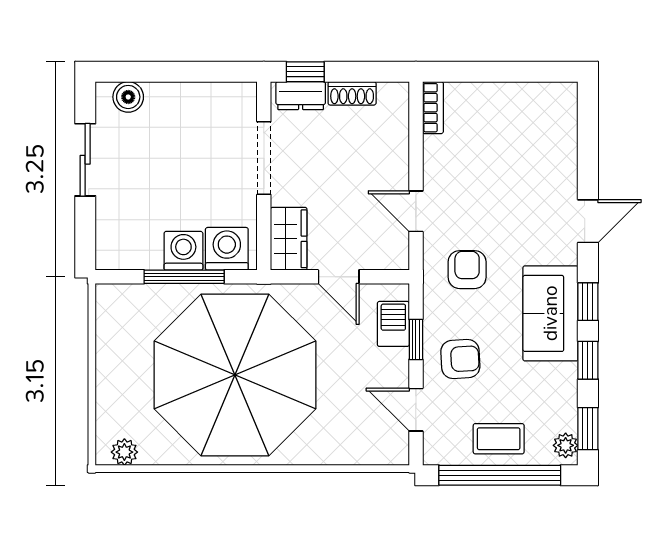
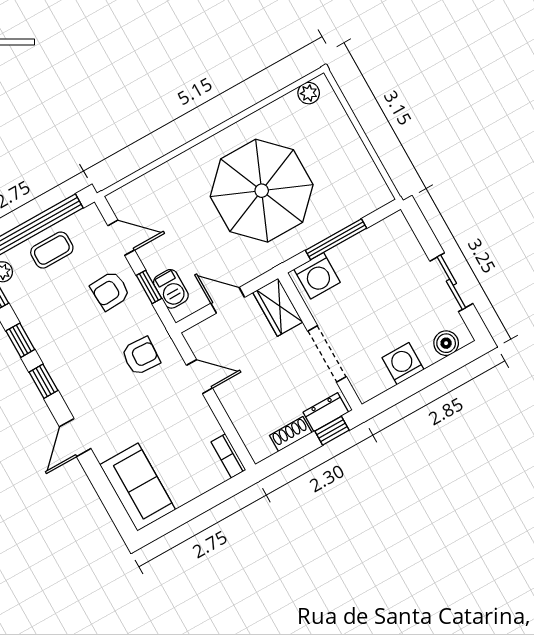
washing machine: (183, 251) -> (403, 364), moved, turned 180
armchair: (467, 270) -> (141, 356), turned -87
sofa: (550, 313) -> (138, 487), moved
parasol: (235, 375) -> (262, 191), width x0.73, depth x0.73

